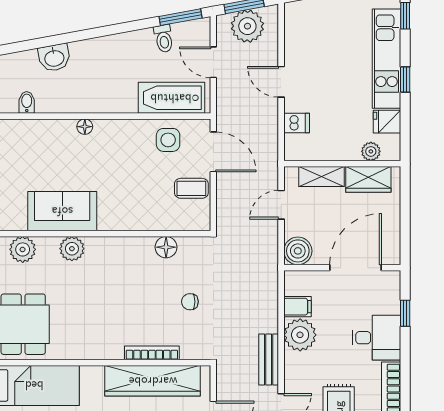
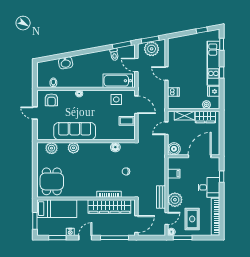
armchair: (22, 141) -> (51, 100), added
sofa: (62, 211) -> (75, 131), width x1.36
plant: (300, 335) -> (175, 200), moved

